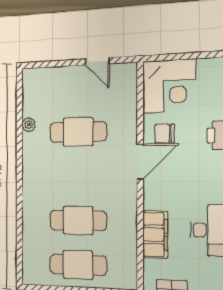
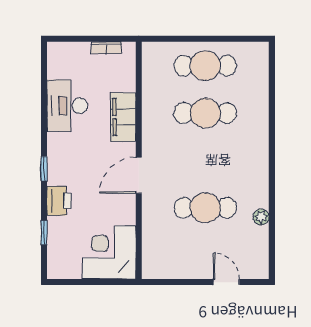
door: (97, 61) -> (226, 282), moved
chair: (164, 134) -> (114, 204), removed
filing cabinet: (155, 235) -> (123, 117), moved

